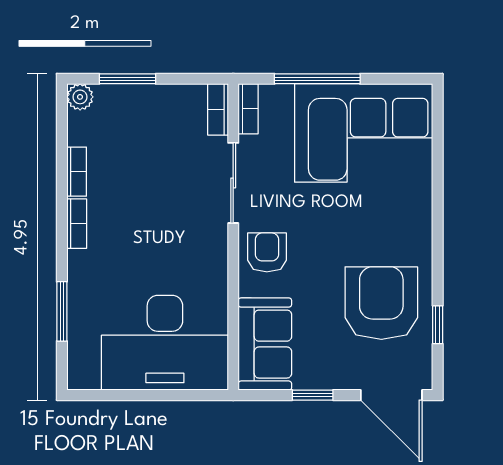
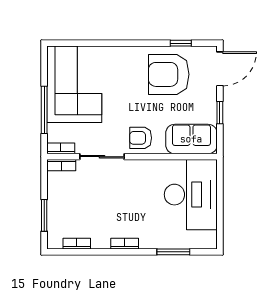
plant: (80, 97) -> (54, 242), removed
bookcase: (77, 172) -> (77, 244), moved

